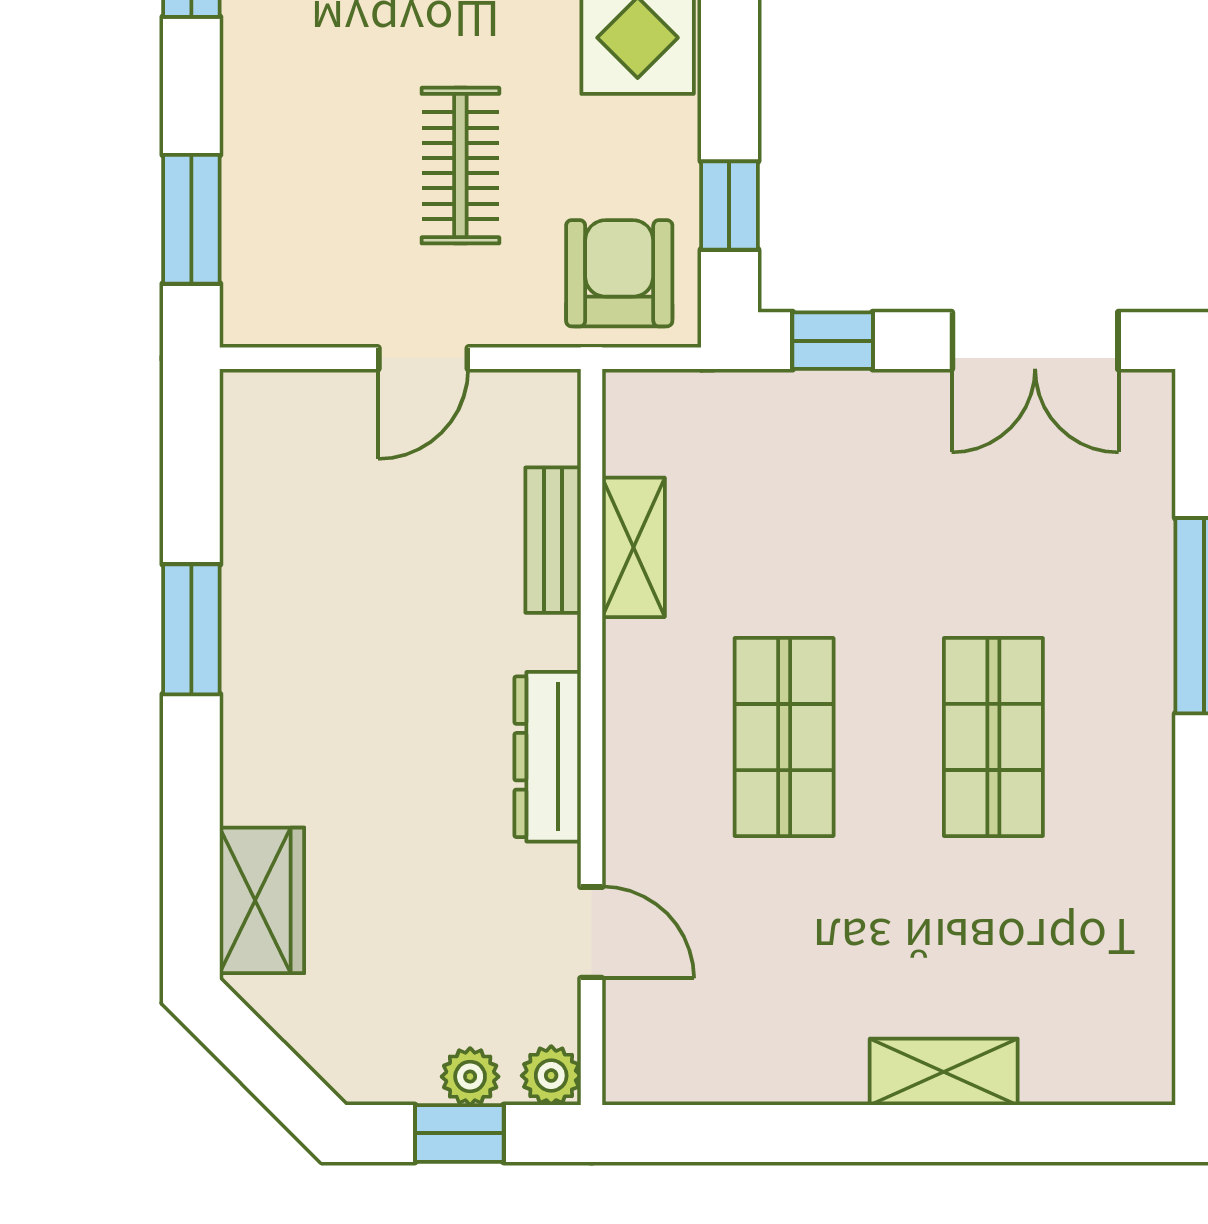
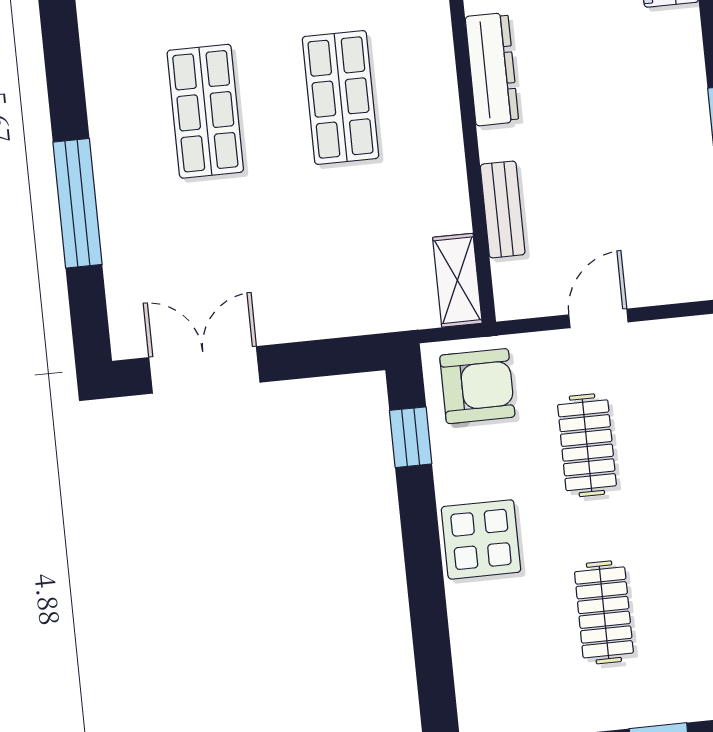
armchair: (619, 273) -> (477, 386), turned -90
window: (833, 341) -> (335, 357), removed
shelving: (633, 547) -> (457, 280), moved

